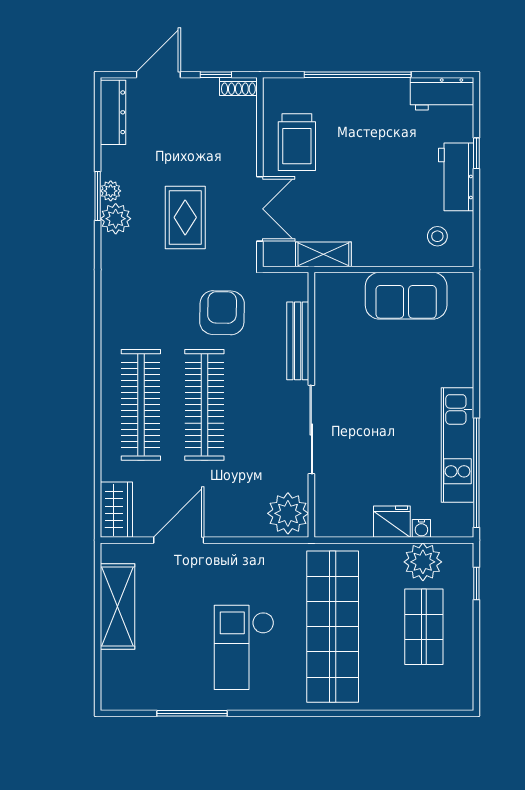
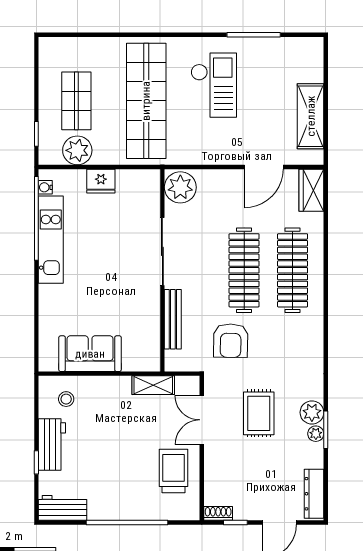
water cooler: (421, 528) -> (45, 187), moved, turned -90

